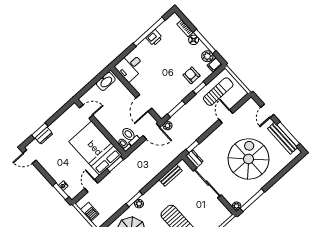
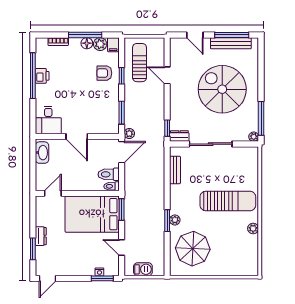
floor lamp: (194, 40) -> (87, 43), moved
door: (144, 103) -> (77, 136), moved
dresser: (44, 136) -> (41, 236), moved

